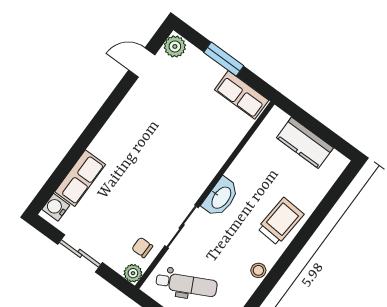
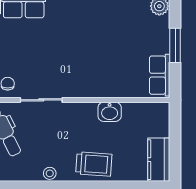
kitchen counter: (305, 143) -> (159, 160), moved
washbasin: (221, 197) -> (110, 112), moved, width x0.72

